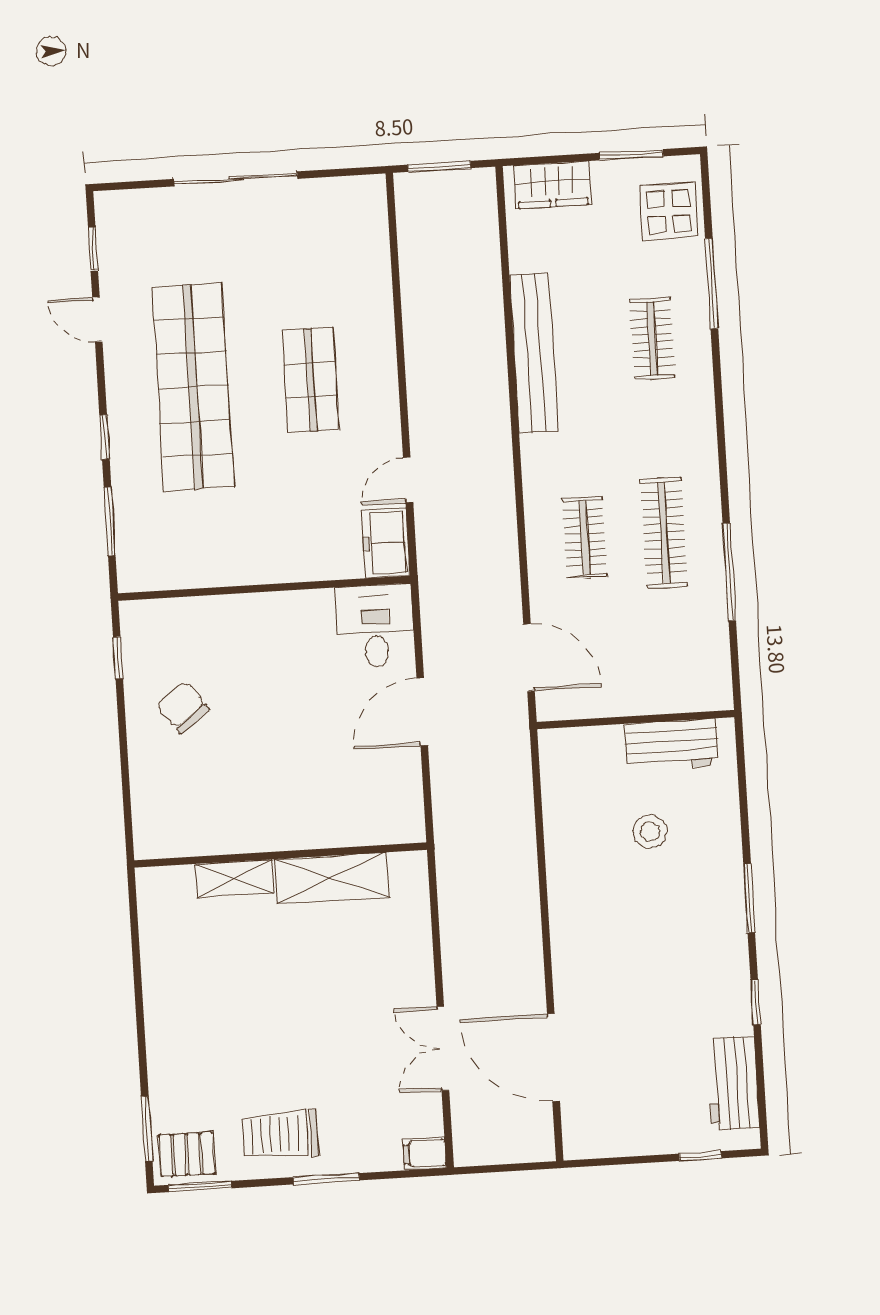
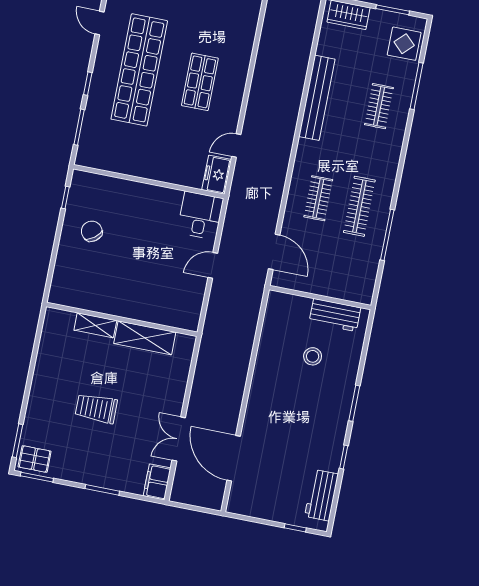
door: (422, 712) -> (213, 265), width x0.73
trolley: (280, 1134) -> (96, 408), moved
filing cabinet: (425, 1153) -> (157, 482), width x2.00

